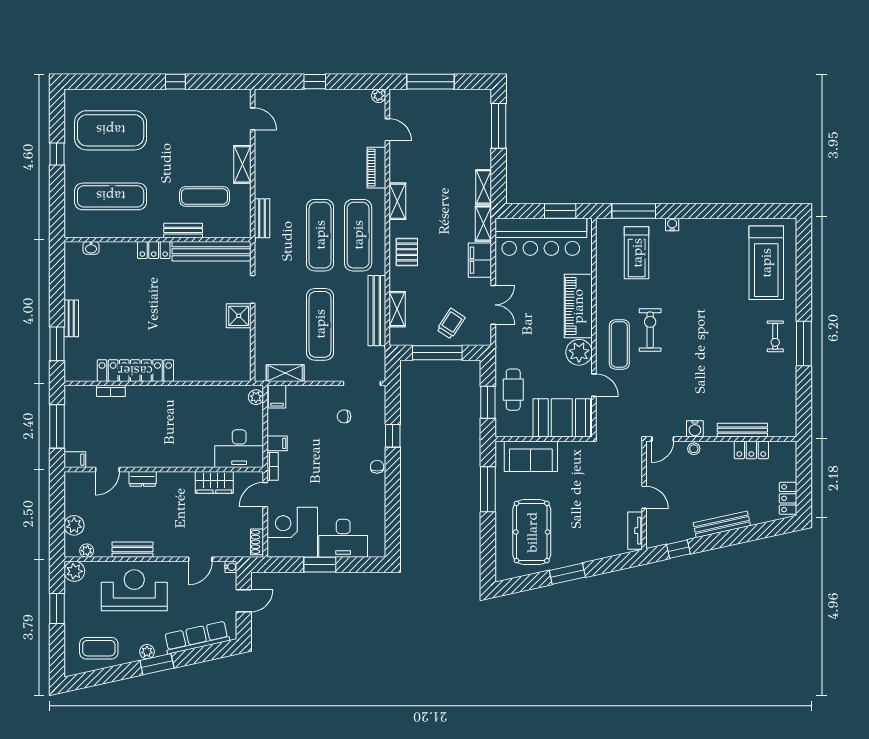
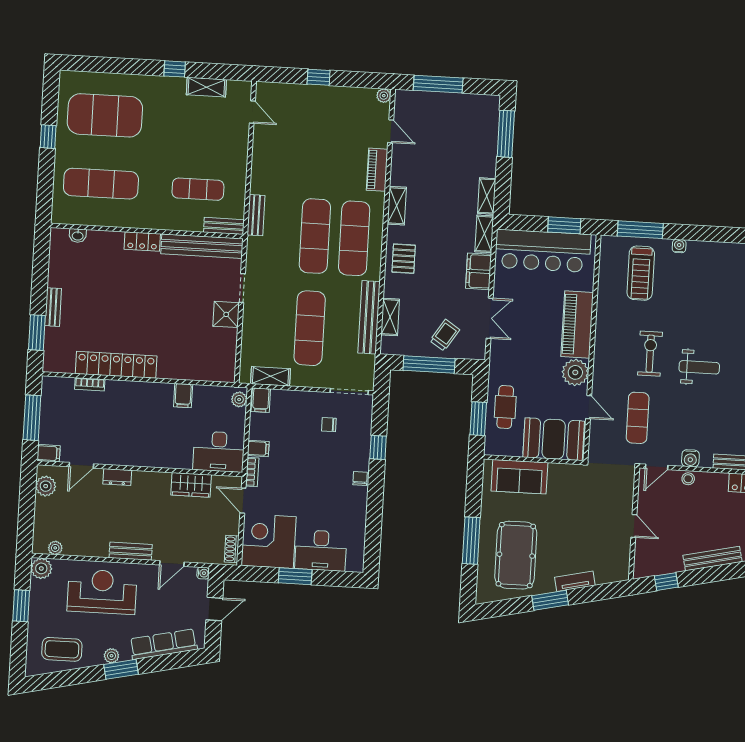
shelving: (242, 164) -> (206, 87), moved, turned 90
bench: (183, 231) -> (224, 226), moved
weight bench: (698, 340) -> (699, 367), added
exercise mat: (619, 344) -> (638, 418), moved
filing cabinet: (202, 396) -> (183, 396), added
window: (488, 489) -> (471, 541), moved
door: (265, 495) -> (243, 501), hinge flipped
plant: (74, 525) -> (46, 486), moved
tv unit: (635, 531) -> (575, 581), moved, turned 78
bench: (132, 550) -> (131, 551), moved

